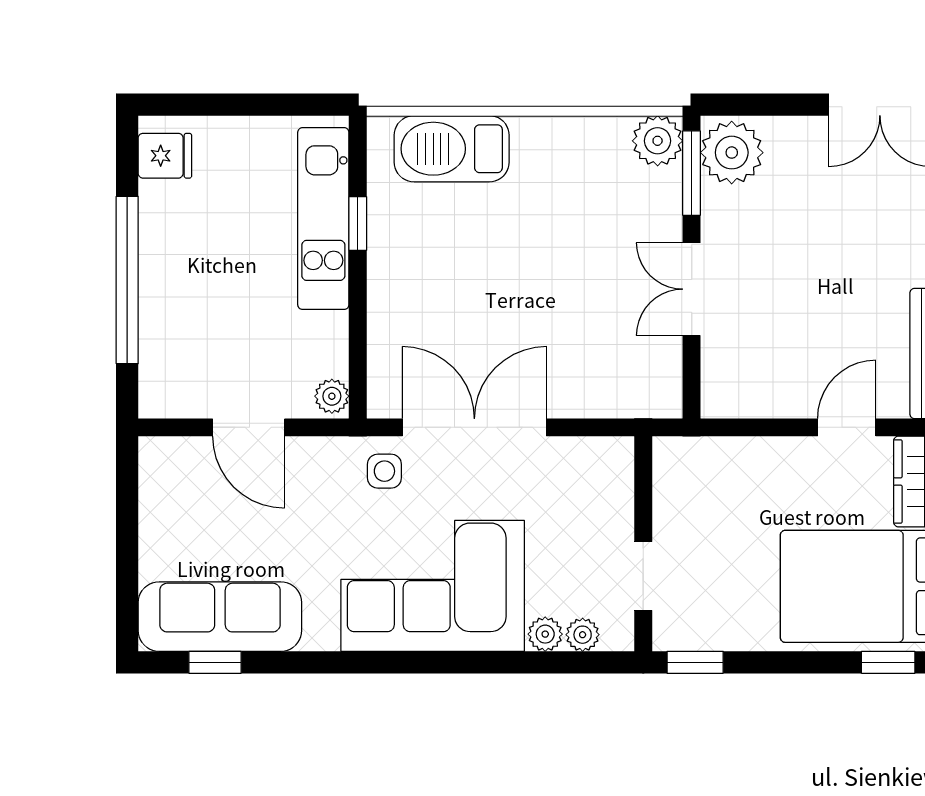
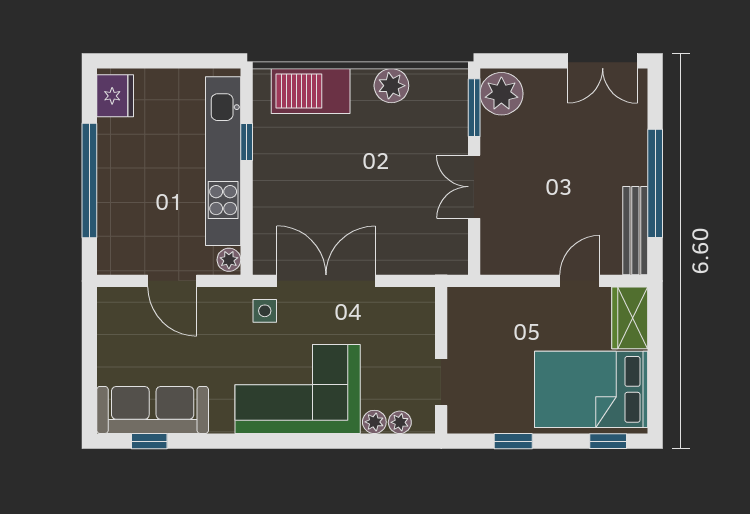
plant: (658, 141) -> (391, 86), moved
fridge: (165, 156) -> (115, 96), width x1.38
kitchen unit: (323, 219) -> (223, 161), width x1.36
window: (695, 662) -> (513, 441), moved

